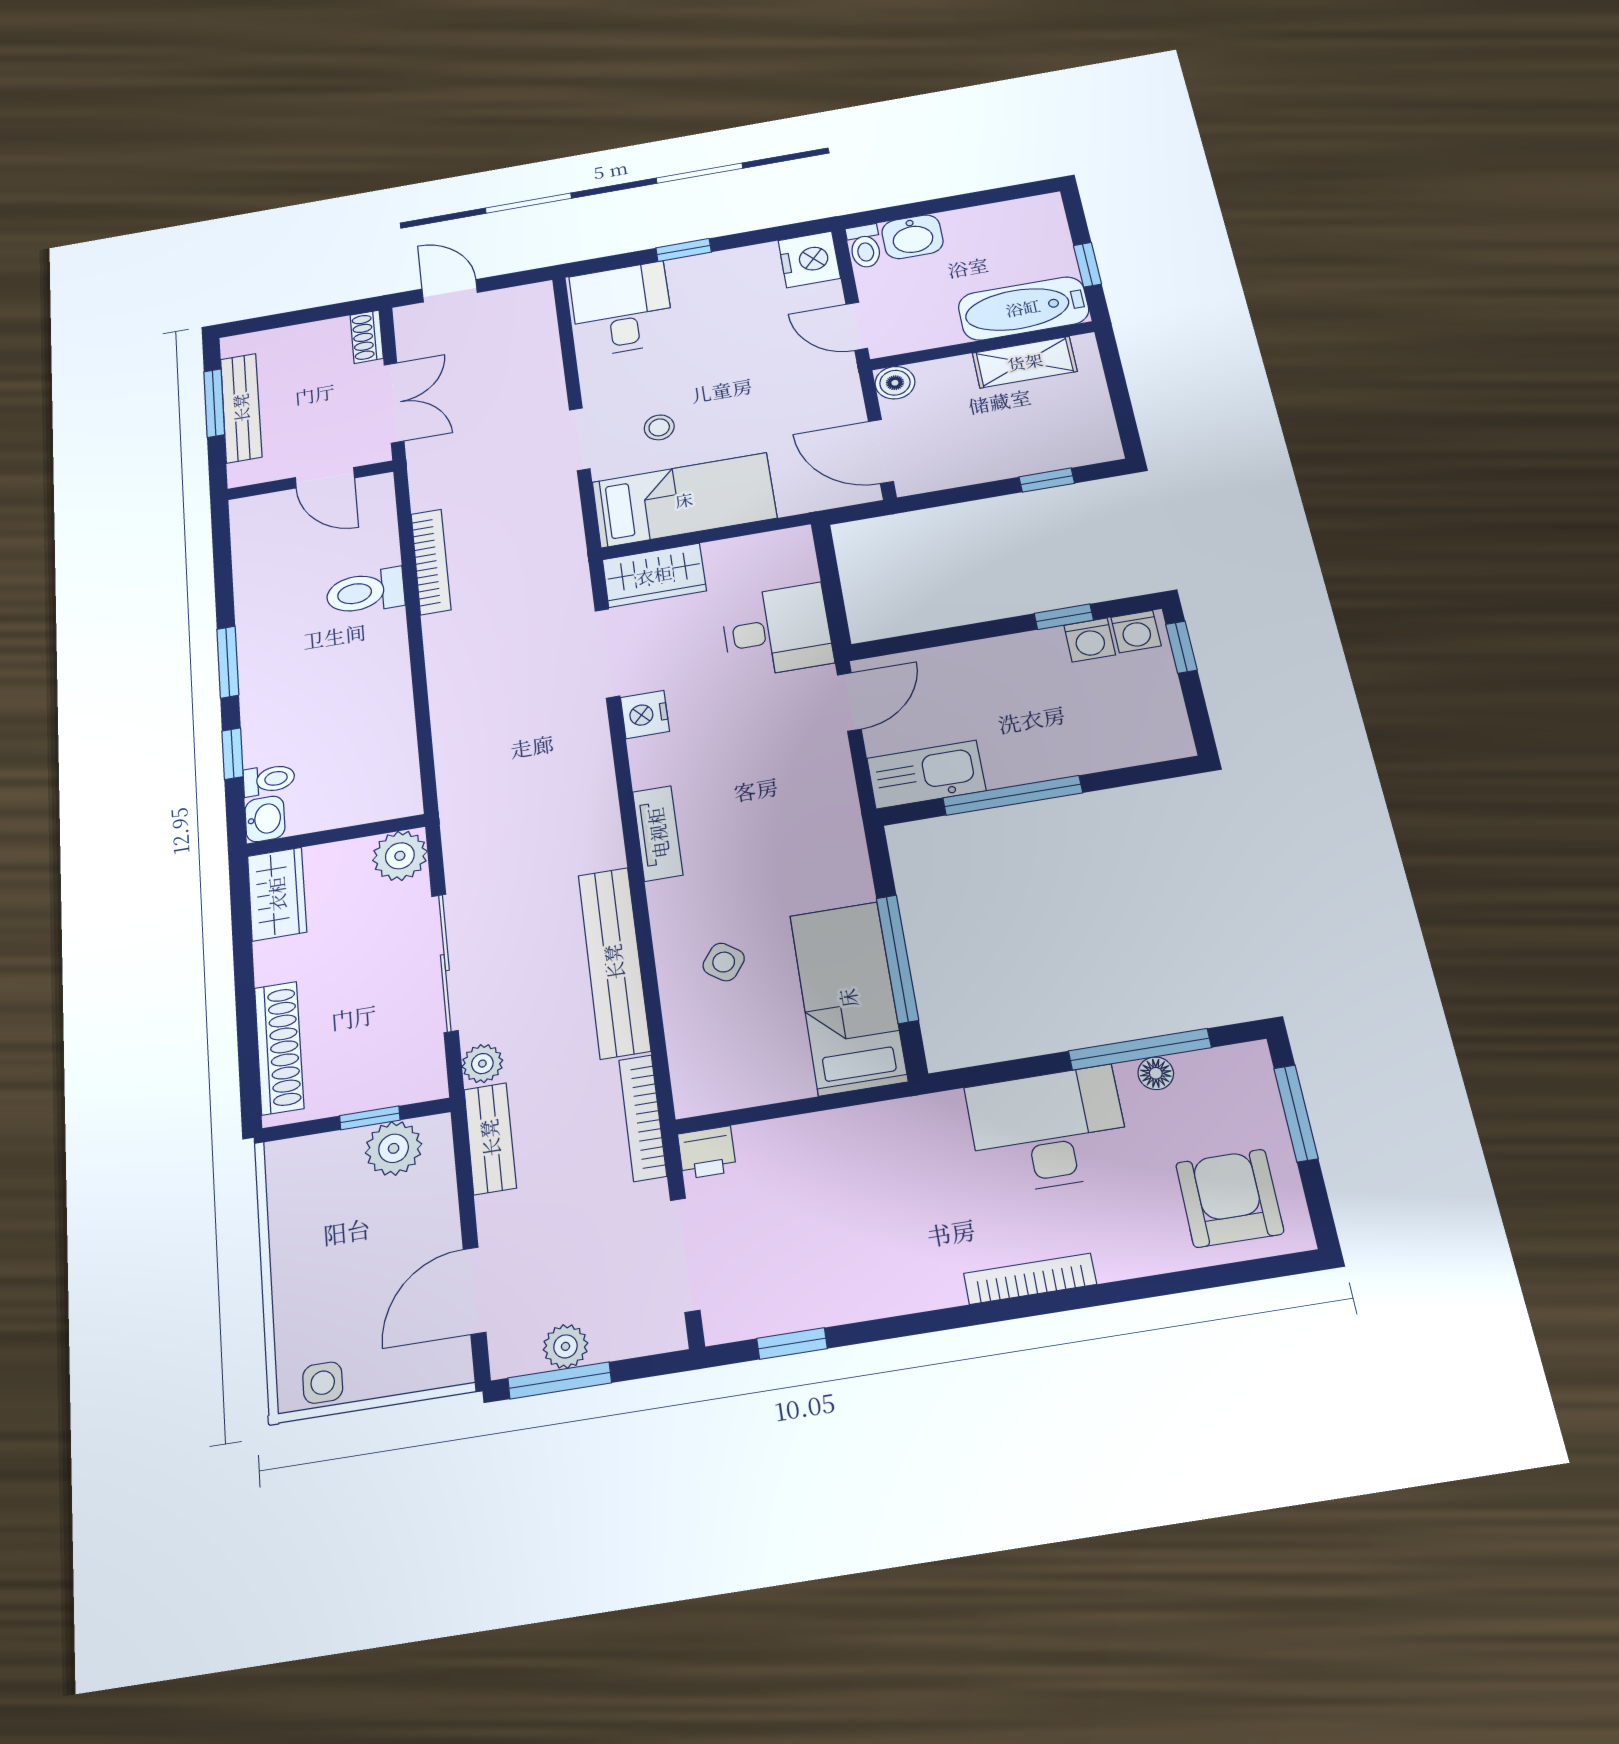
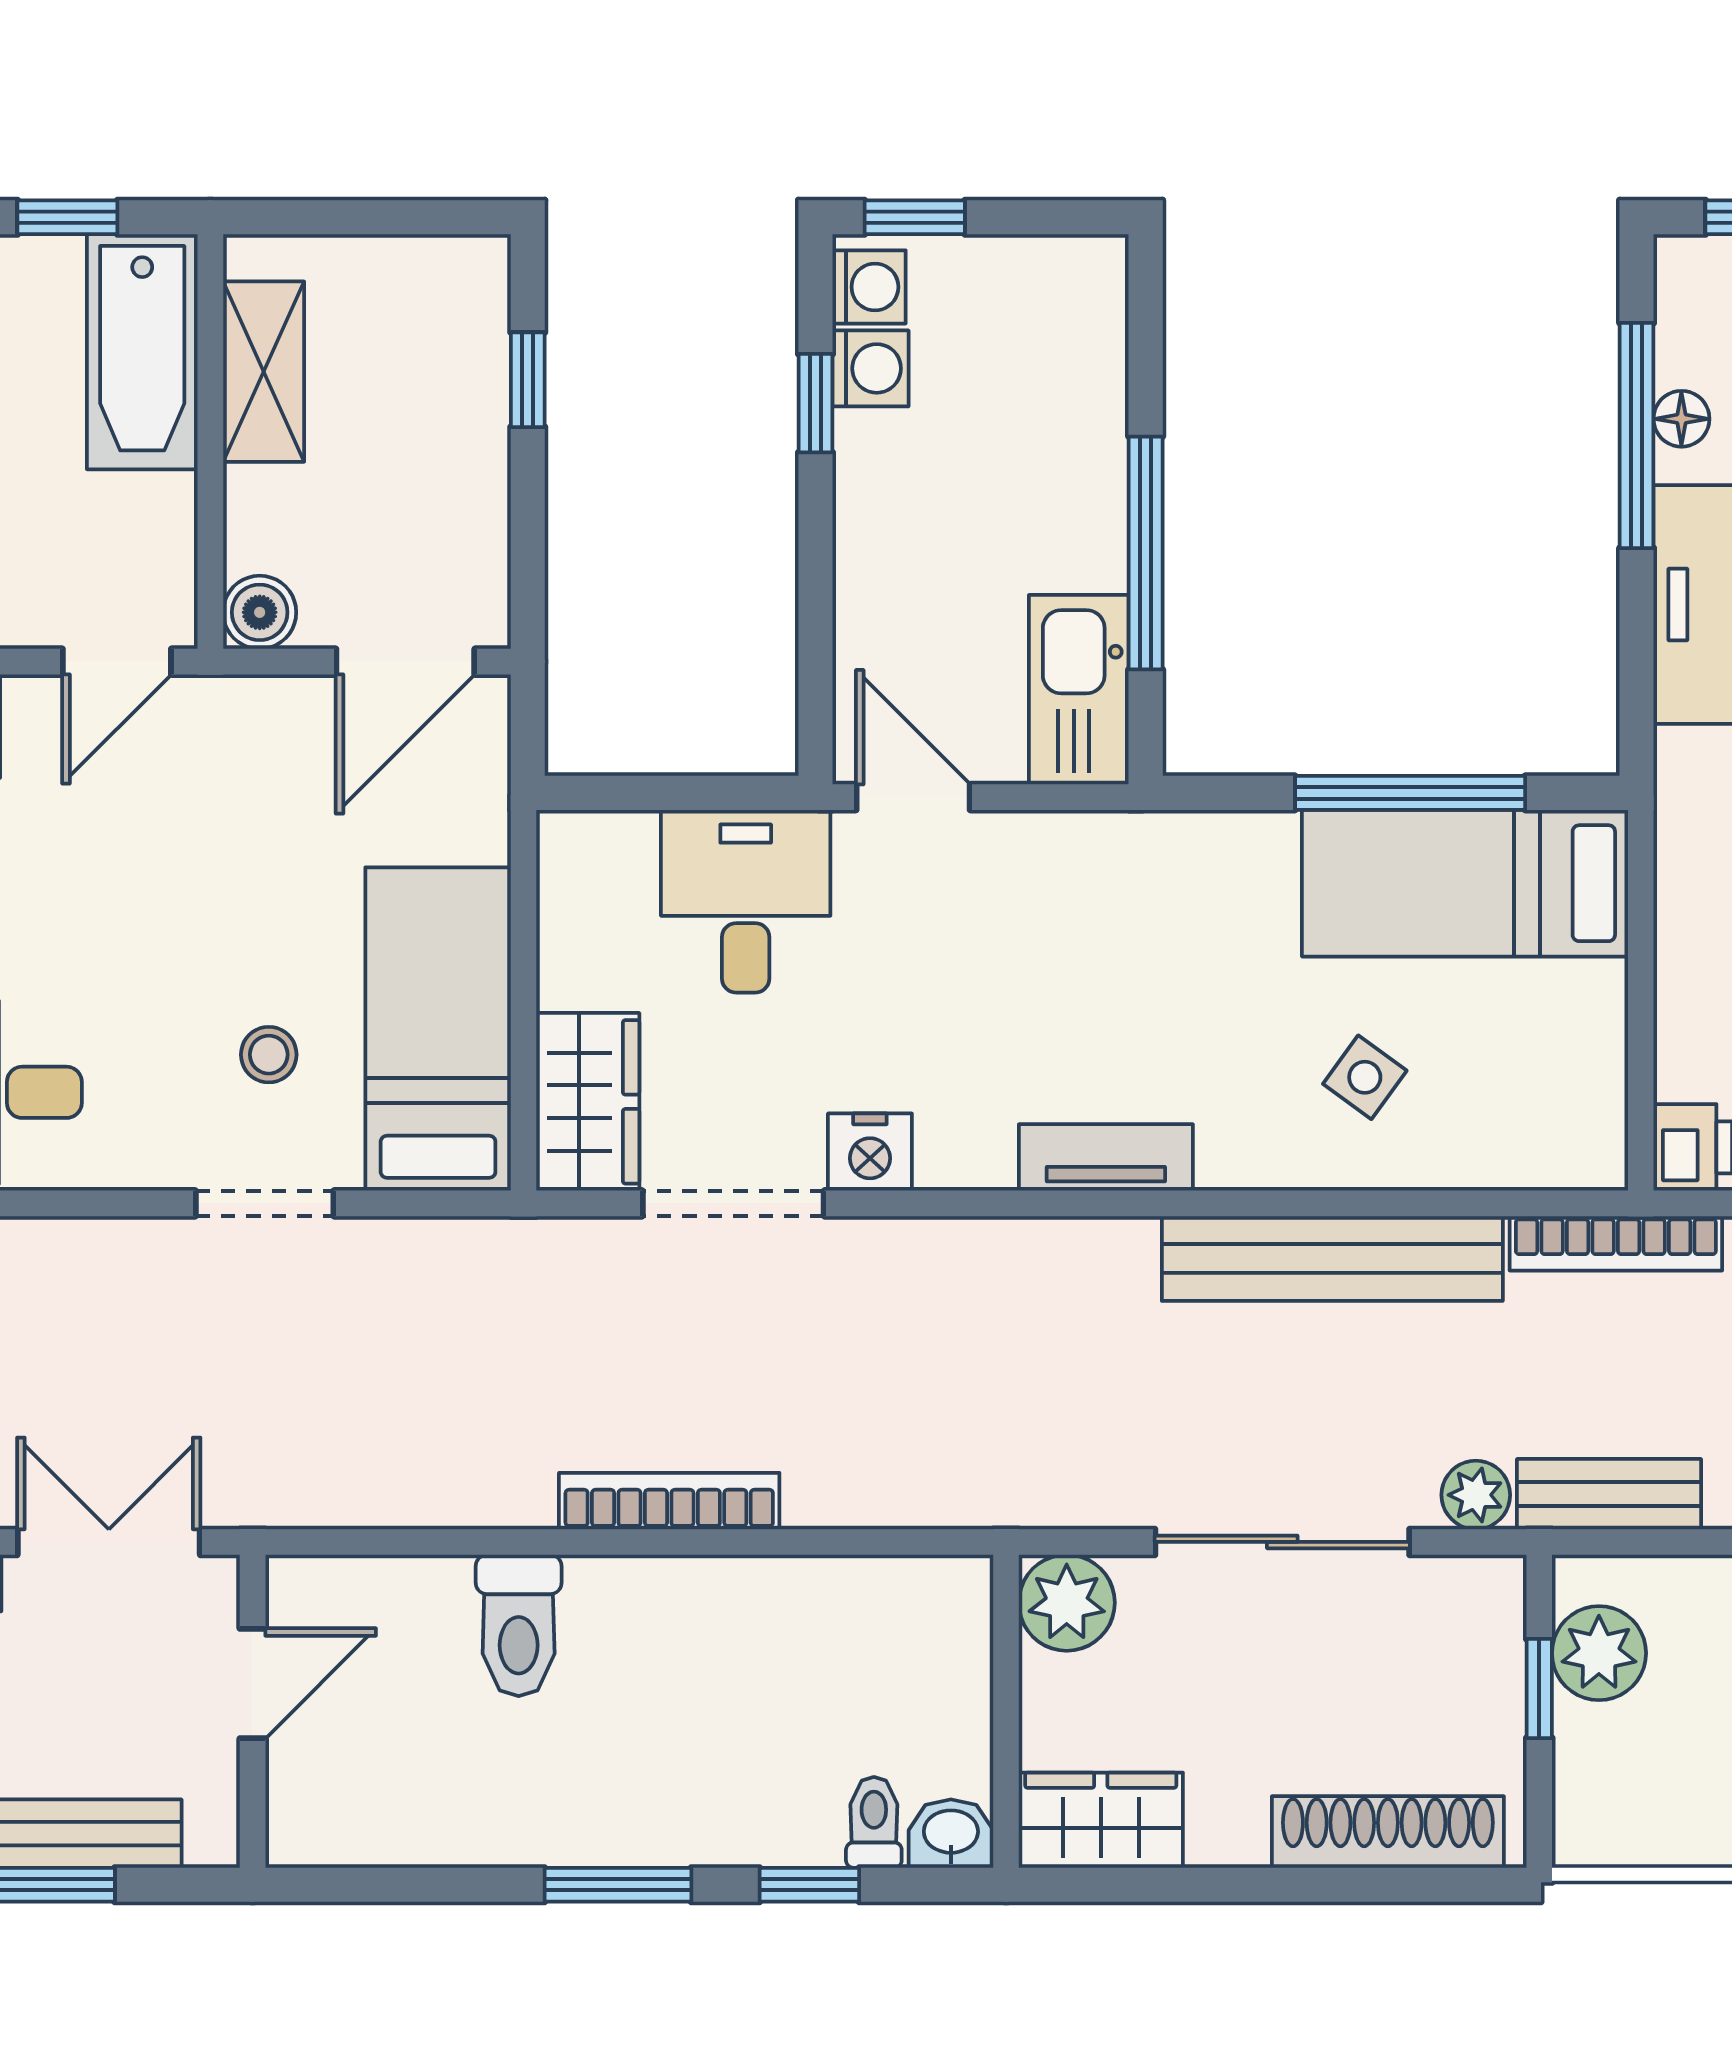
bookcase: (431, 562) -> (669, 1501), moved

